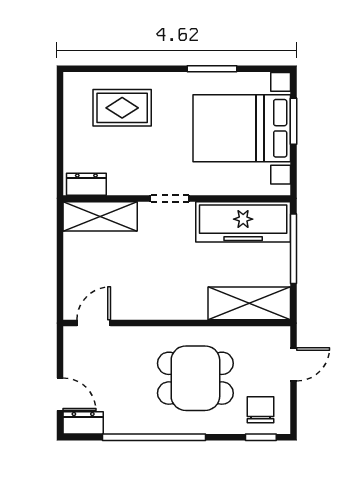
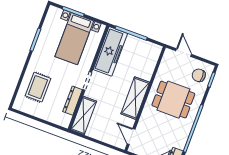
bed with nightstands: (242, 128) -> (74, 39), width x0.73
dresser: (86, 184) -> (73, 101), moved, width x1.44
shelving: (249, 303) -> (135, 98), moved
dining table: (195, 378) -> (173, 100), turned 90

